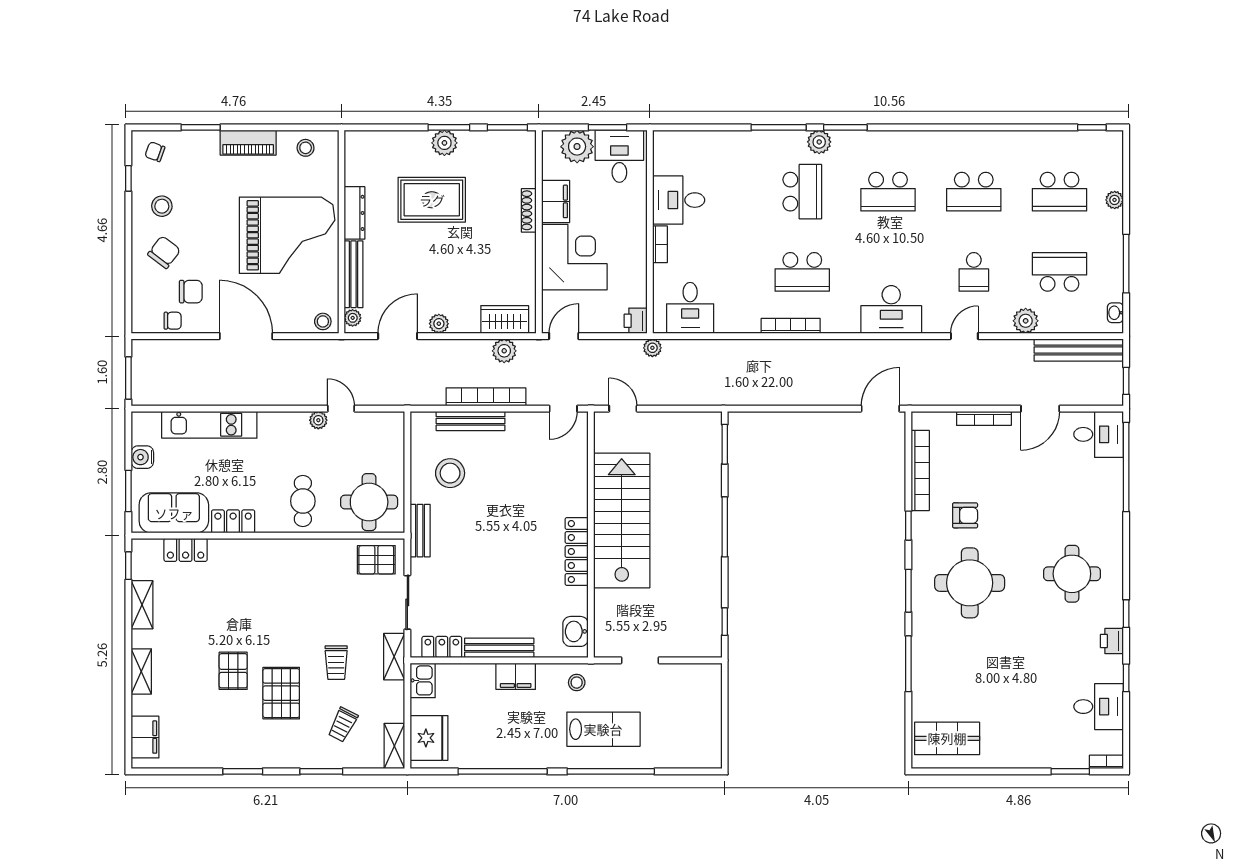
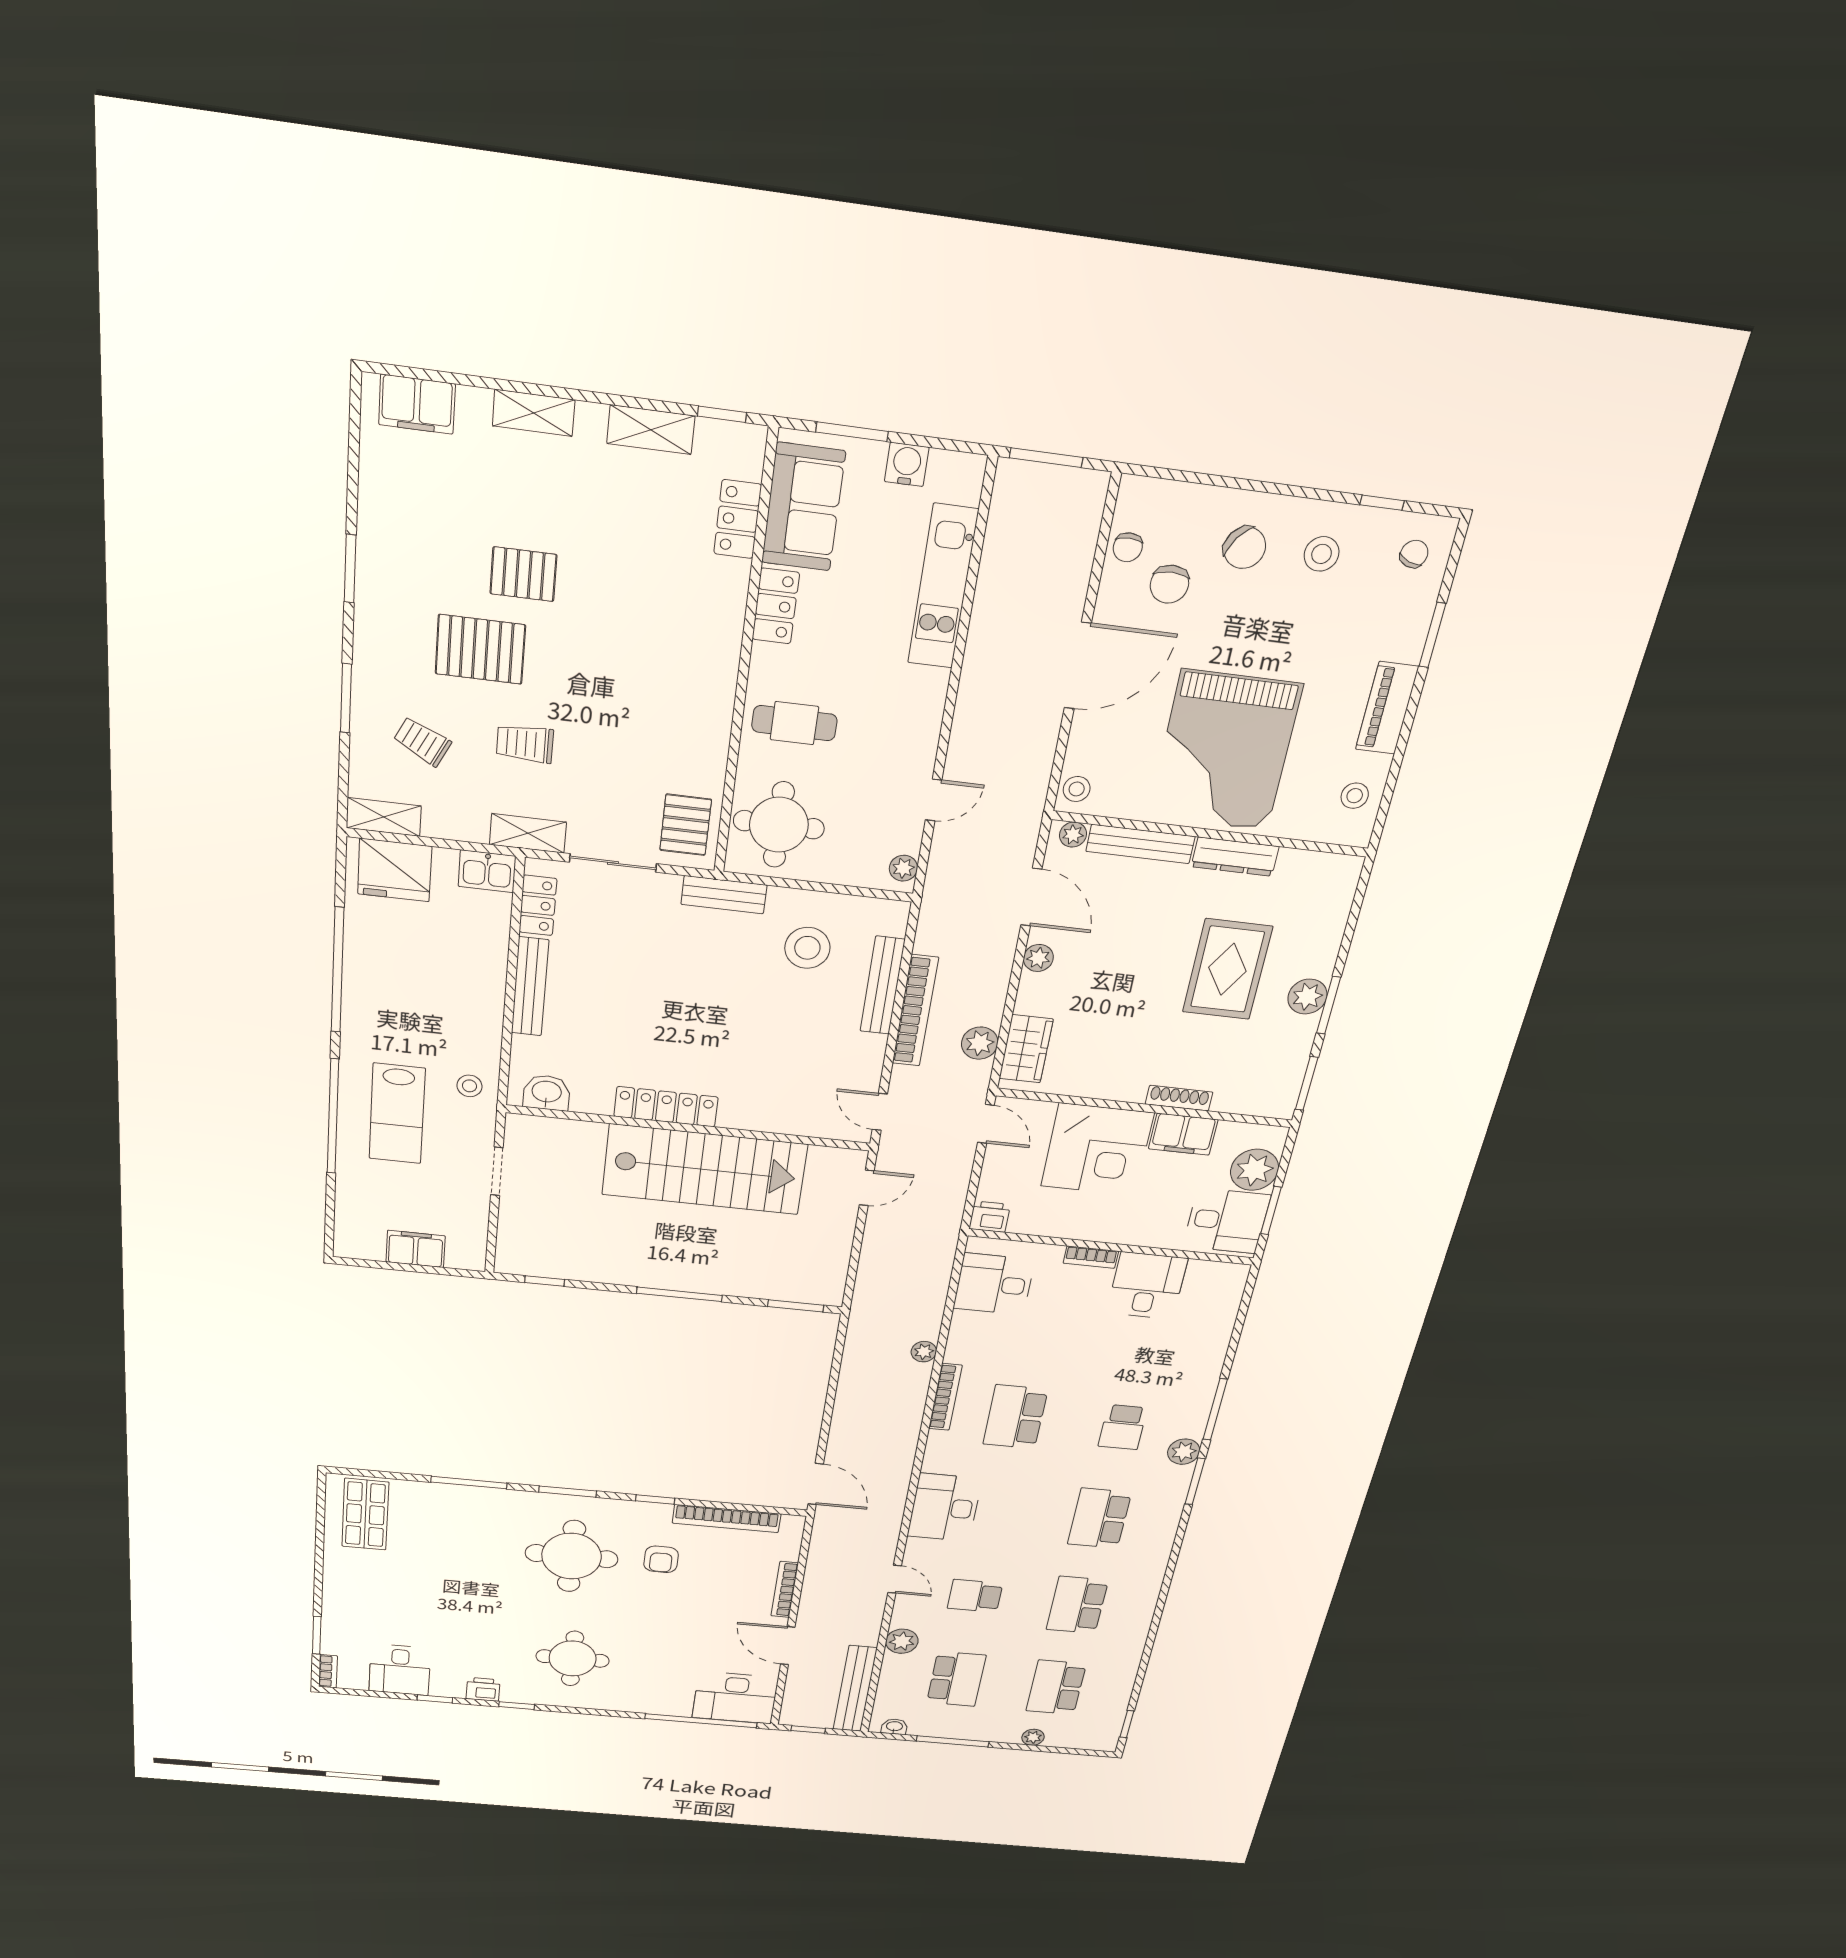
school desk: (802, 192) -> (1123, 1427), width x0.54
plant: (652, 348) -> (924, 1352), moved
plant: (318, 420) -> (903, 868), moved
desk: (1099, 434) -> (735, 1698), width x1.37
filing cabinet: (516, 676) -> (416, 1249), moved, turned 90

